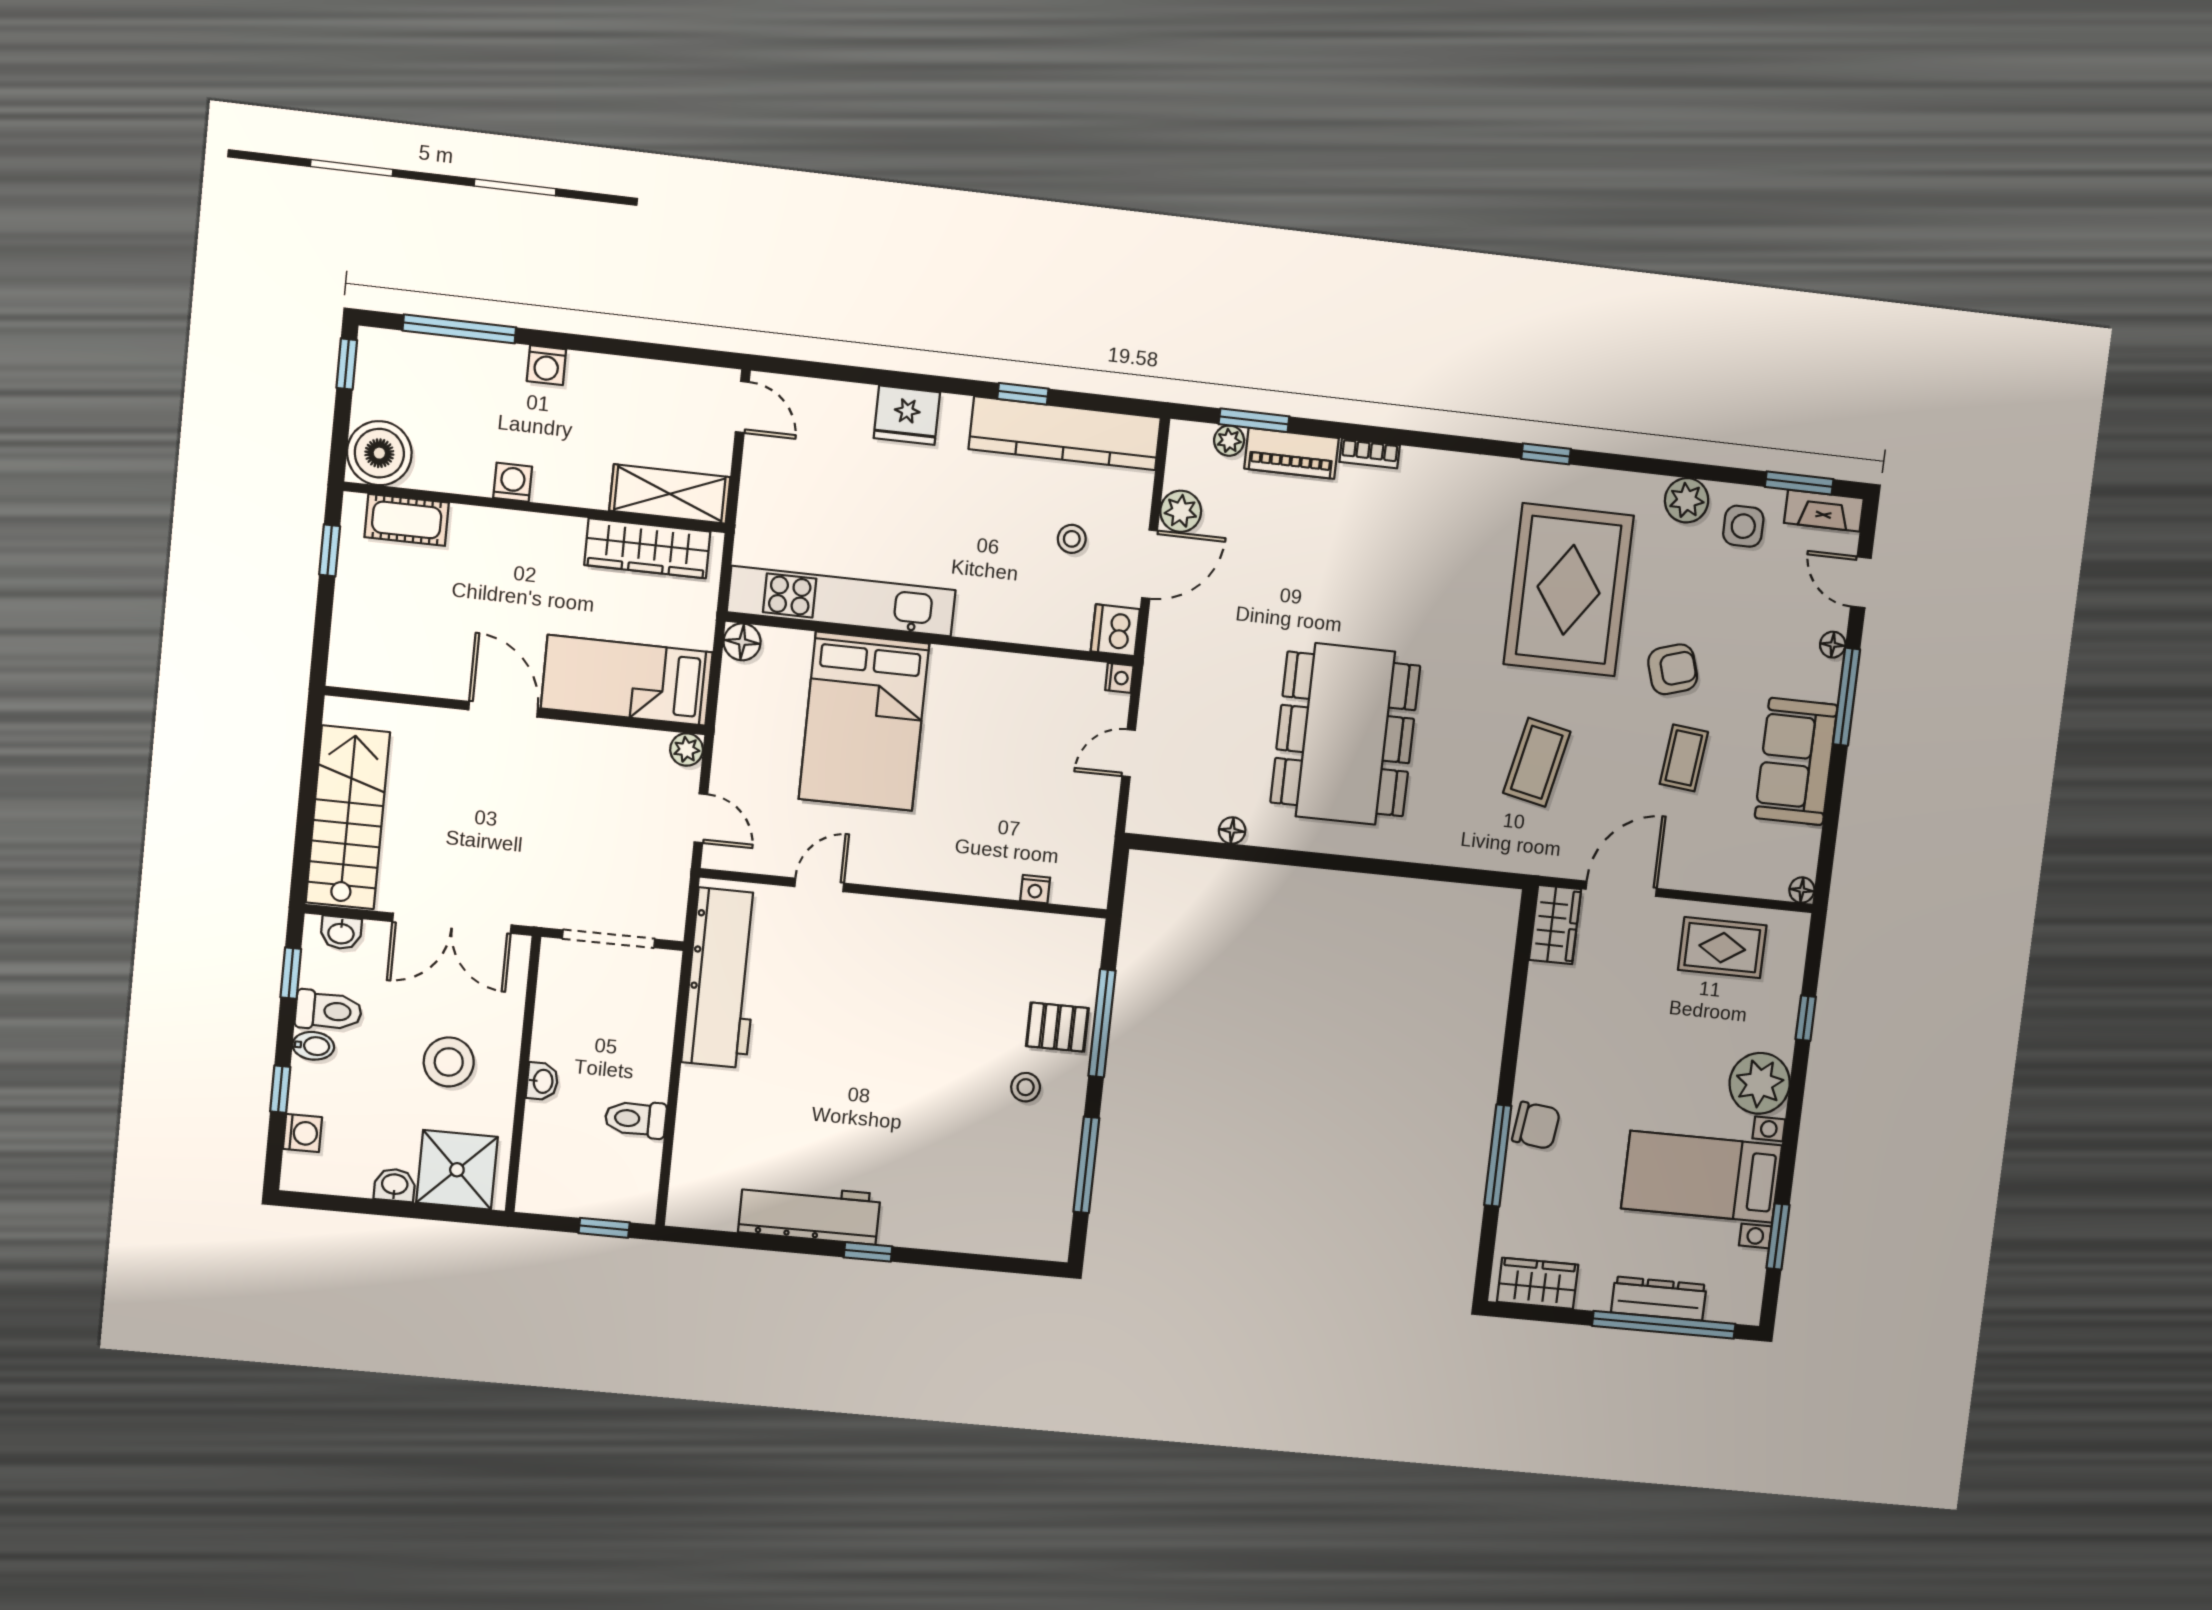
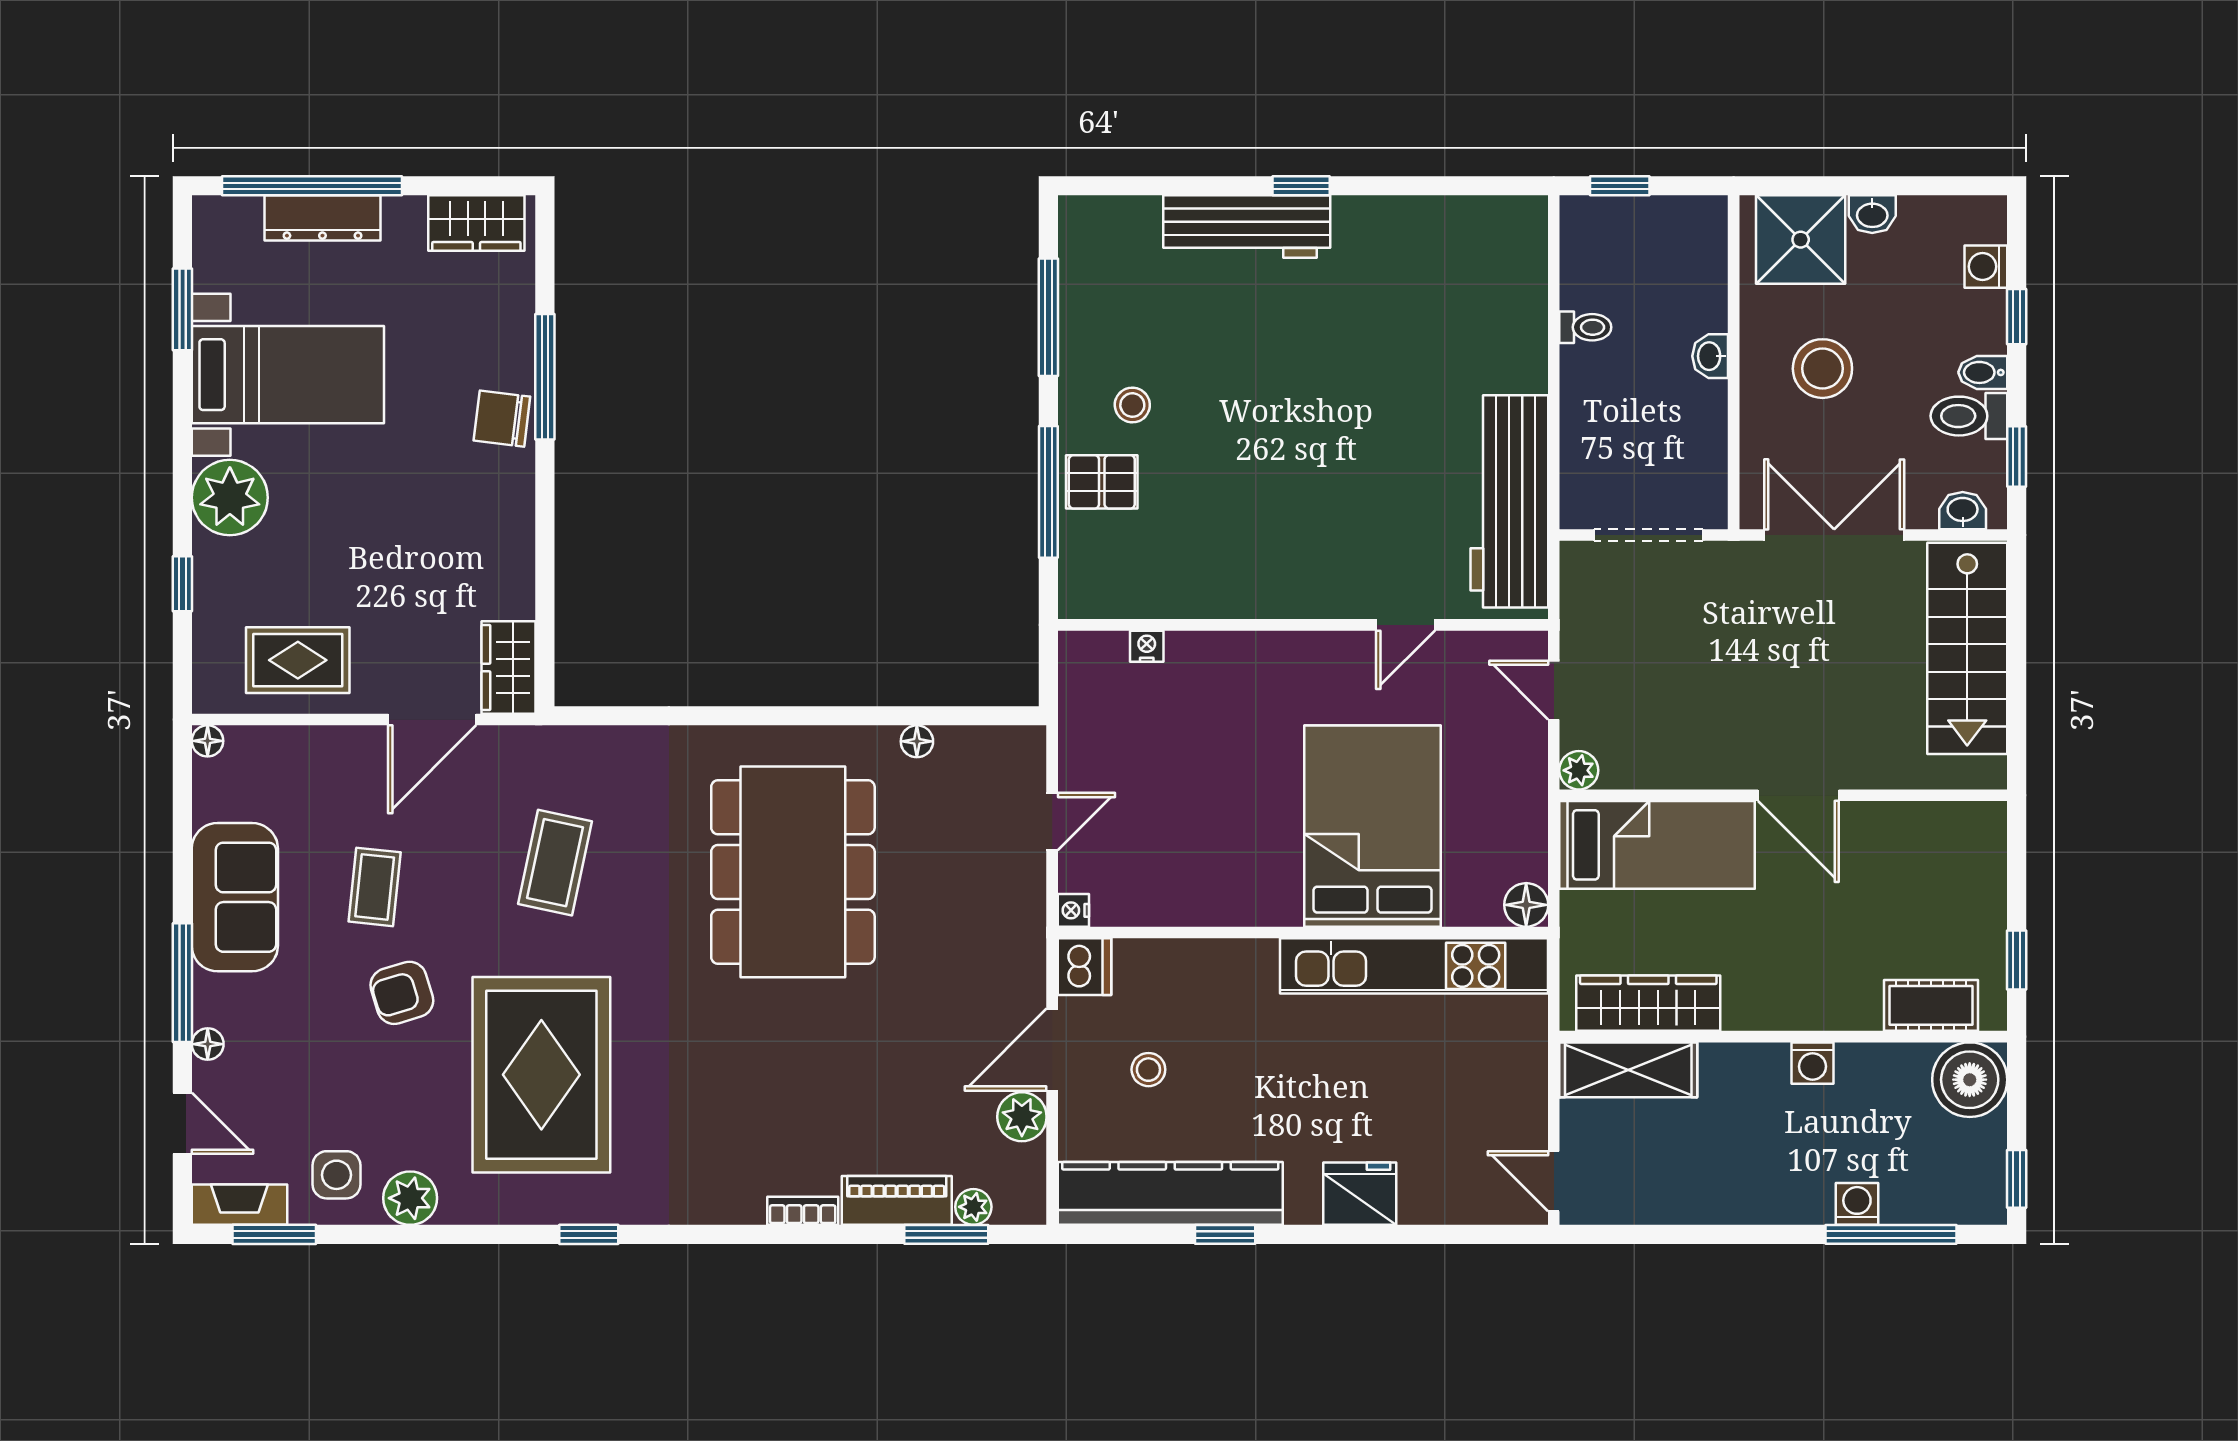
washing machine: (546, 365) -> (1857, 1204), moved
toilet: (636, 1119) -> (1585, 327), width x0.73, depth x0.72
workbench: (809, 1213) -> (1247, 227), moved

